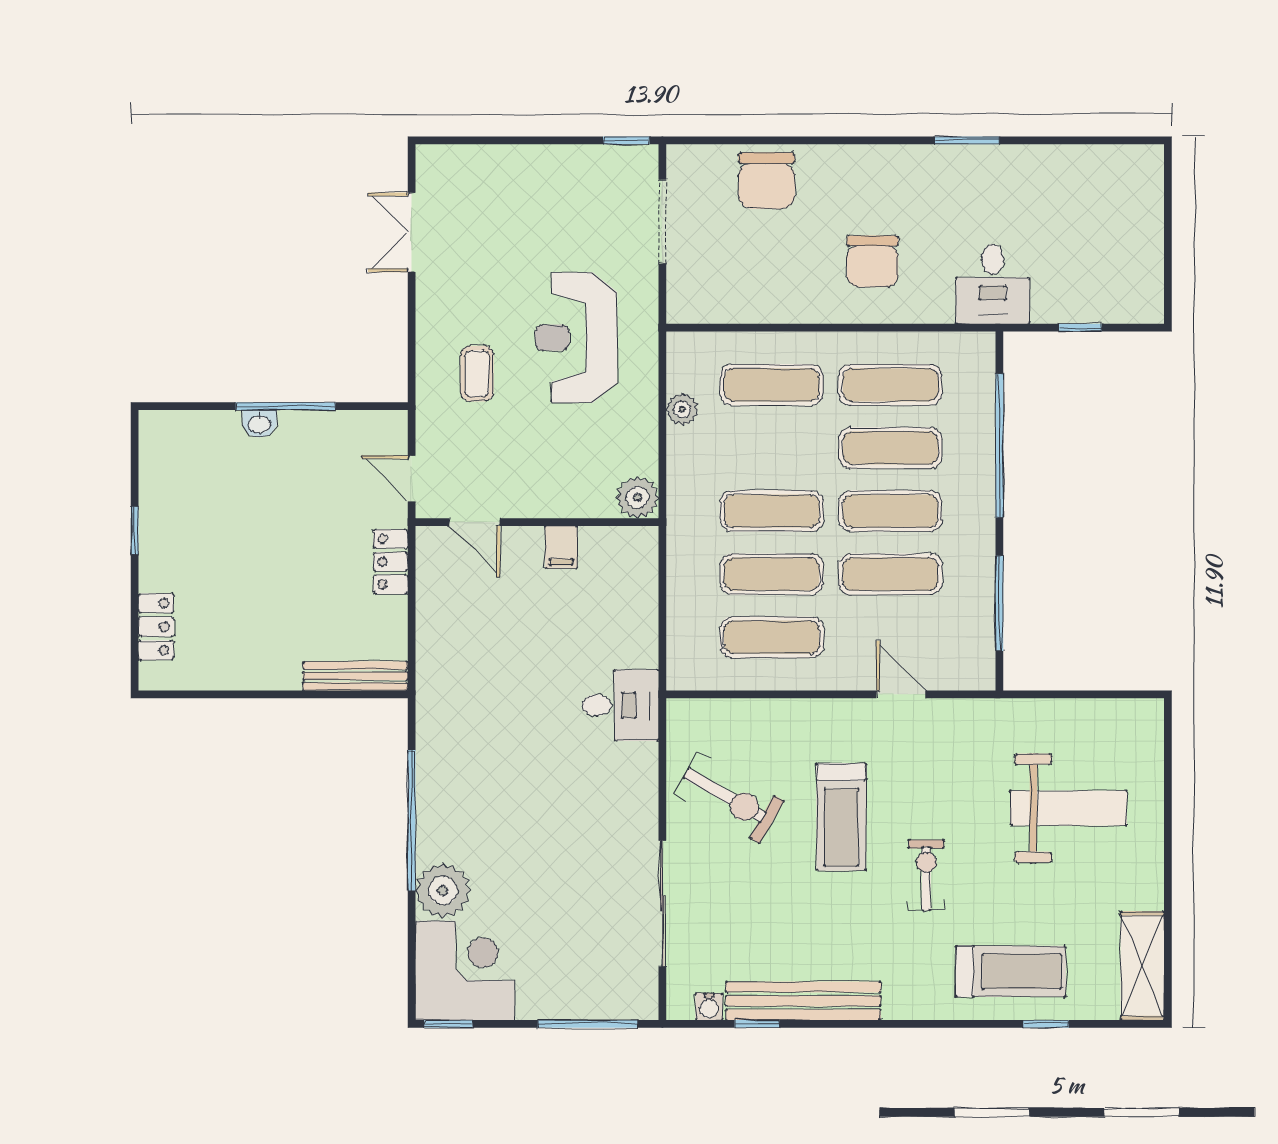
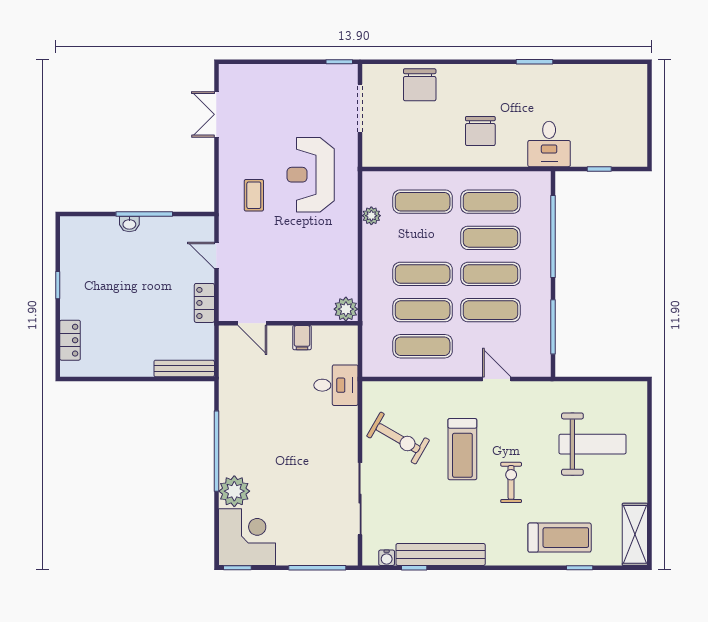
plant: (638, 497) -> (346, 309), moved
door: (474, 522) -> (252, 323), moved
wall: (537, 522) -> (288, 323), moved
filing cabinet: (561, 547) -> (302, 338), moved

